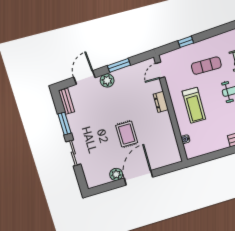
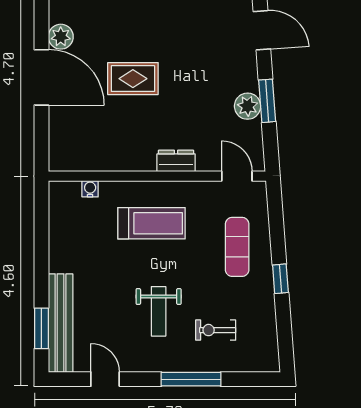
window: (186, 42) -> (280, 279), moved
exercise mat: (206, 66) -> (237, 247), moved
plant: (107, 80) -> (248, 106), moved
treadmill: (194, 105) -> (151, 223), turned 180

